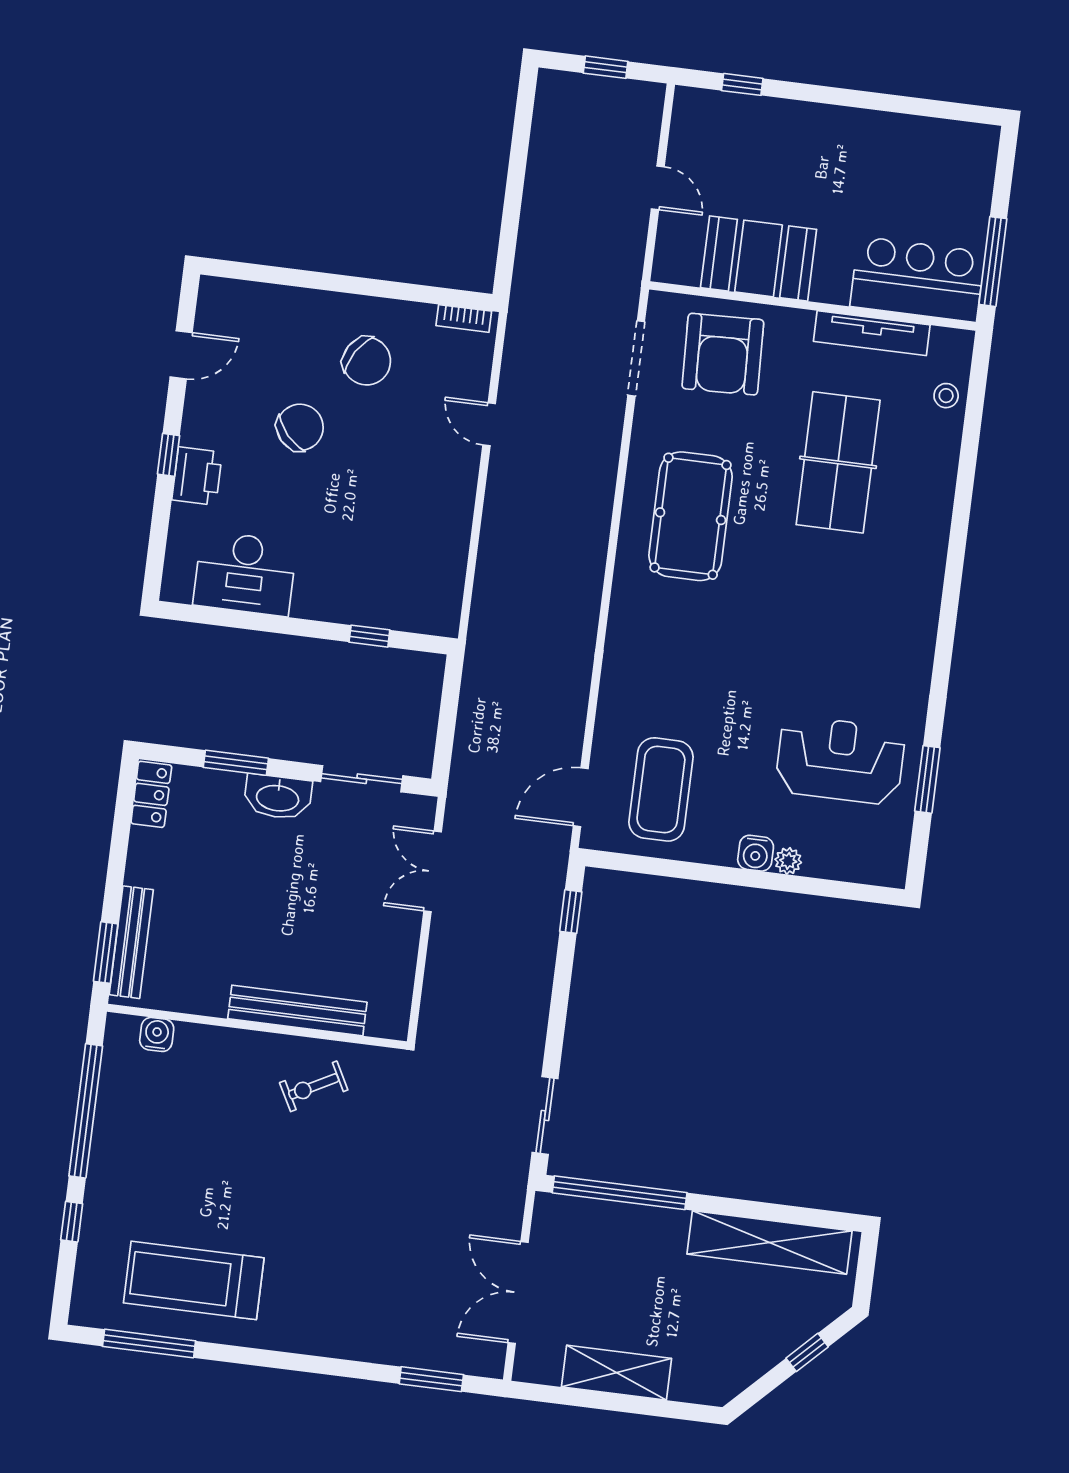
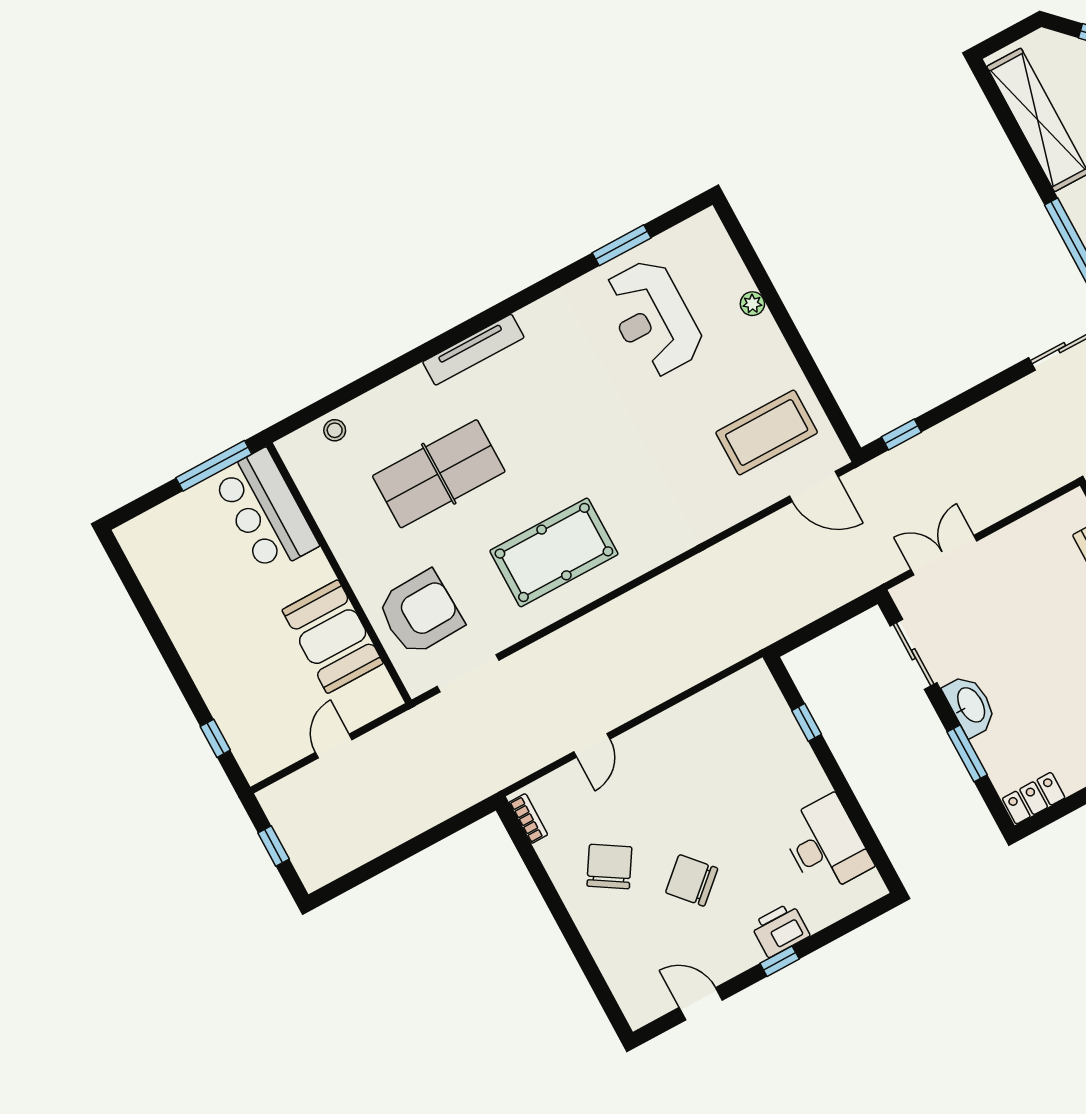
tv unit: (872, 333) -> (473, 350), moved, turned 90
water cooler: (756, 853) -> (764, 331), removed
double door: (433, 871) -> (944, 555), swing flipped

